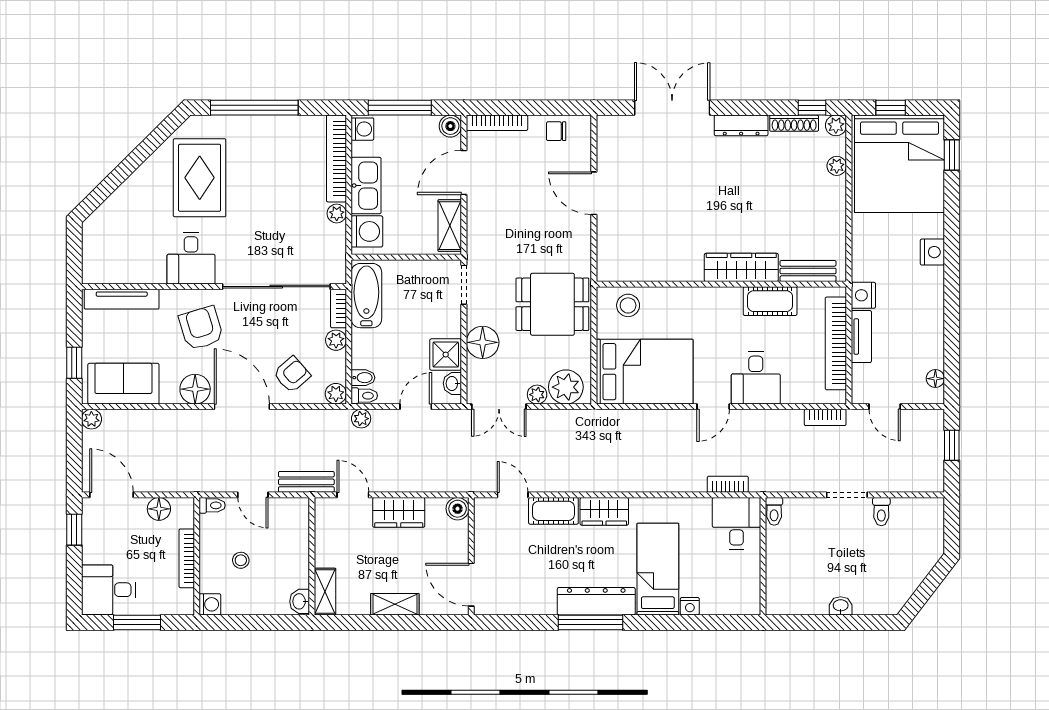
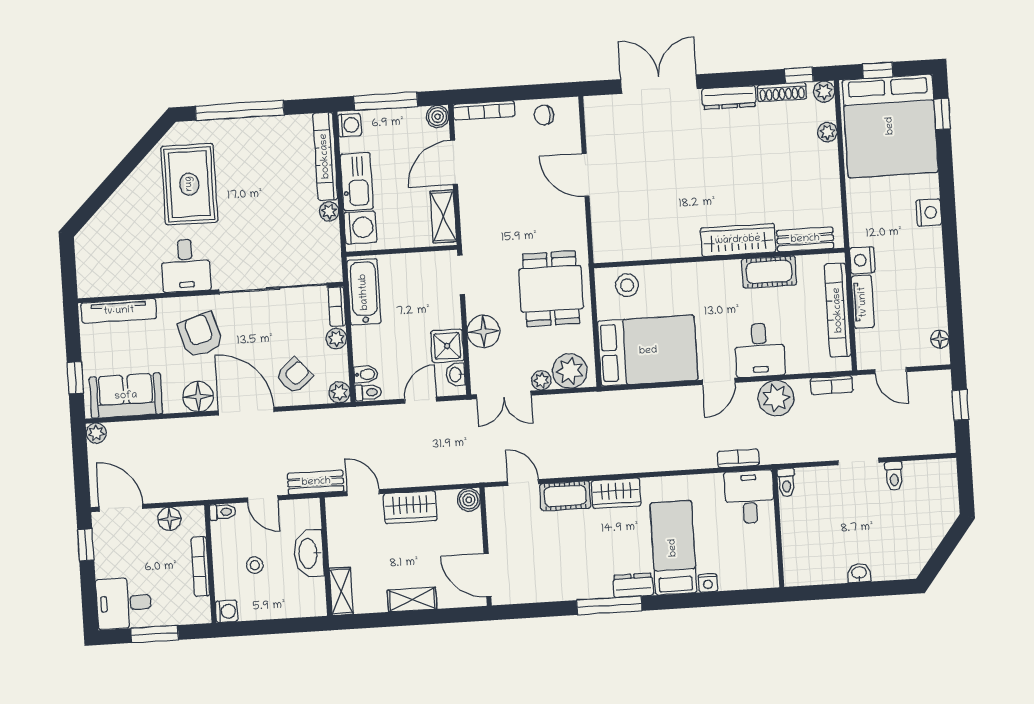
dining table: (552, 304) -> (551, 289), turned 90
plant: (361, 419) -> (776, 398), moved, width x1.88, depth x1.88
washbasin: (300, 601) -> (309, 553), moved, width x1.91, depth x1.45
dresser: (596, 601) -> (633, 585), width x0.51, depth x0.80

